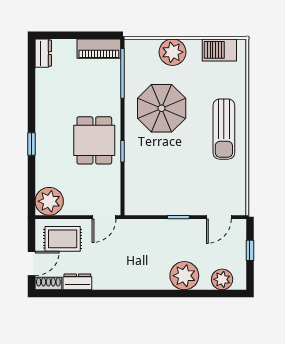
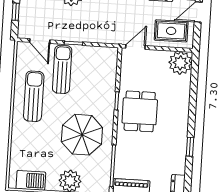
sun lounger: (224, 129) -> (34, 96), moved
window: (32, 144) -> (190, 147), moved
sun lounger: (190, 185) -> (62, 69), added
door: (219, 217) -> (40, 41), swing flipped

